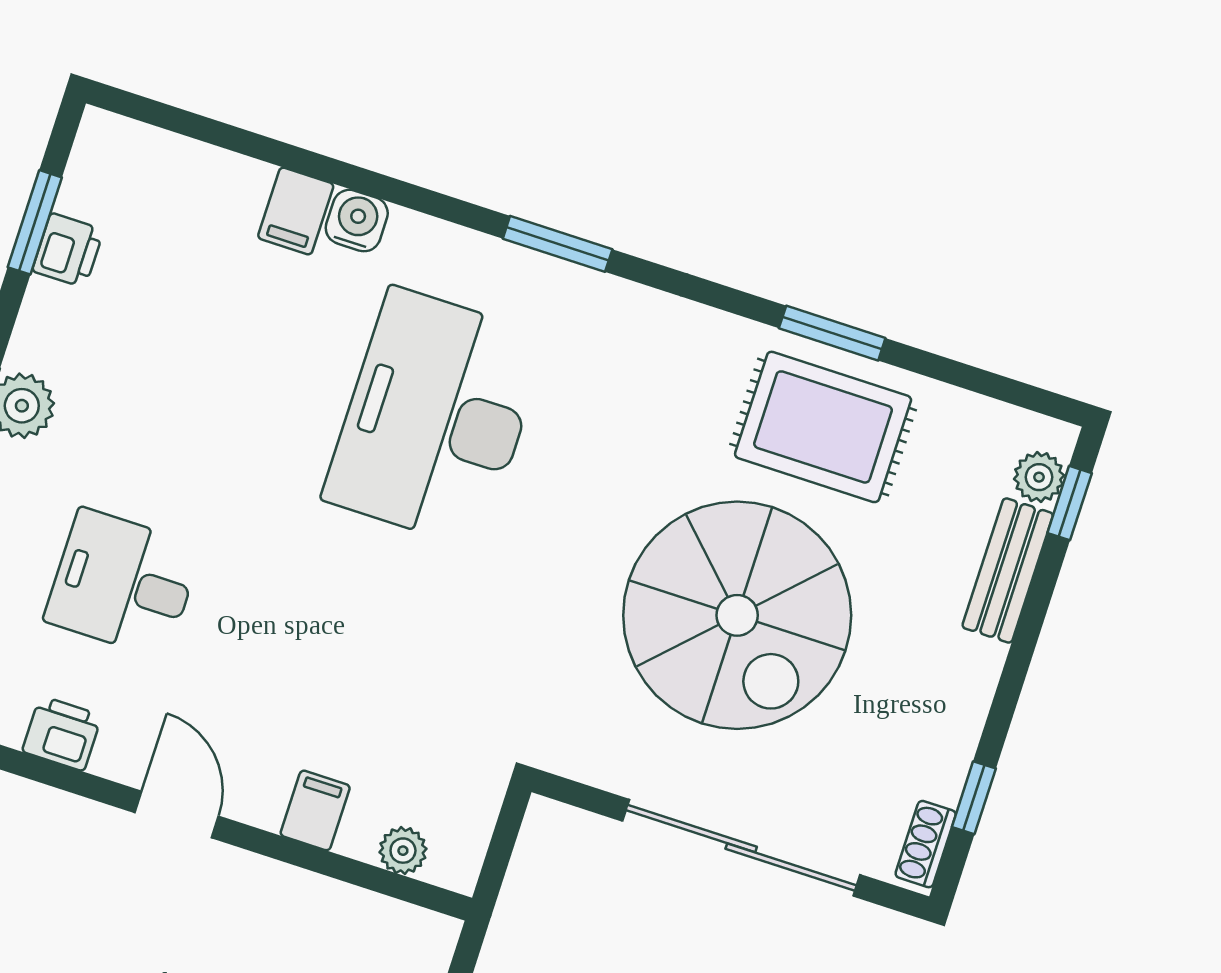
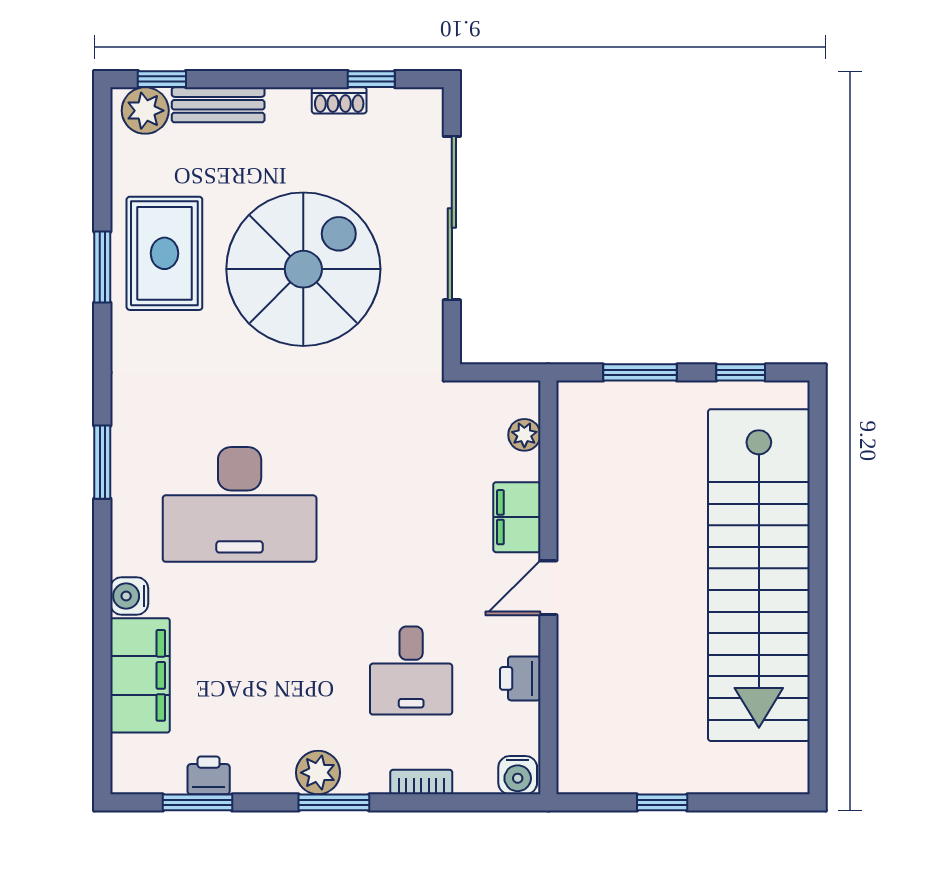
filing cabinet: (296, 211) -> (140, 675), width x3.00, depth x1.17
plant: (1039, 477) -> (145, 111), width x1.38, depth x1.38
filing cabinet: (315, 810) -> (517, 517), width x2.00
shoe rack: (926, 844) -> (339, 100), moved

